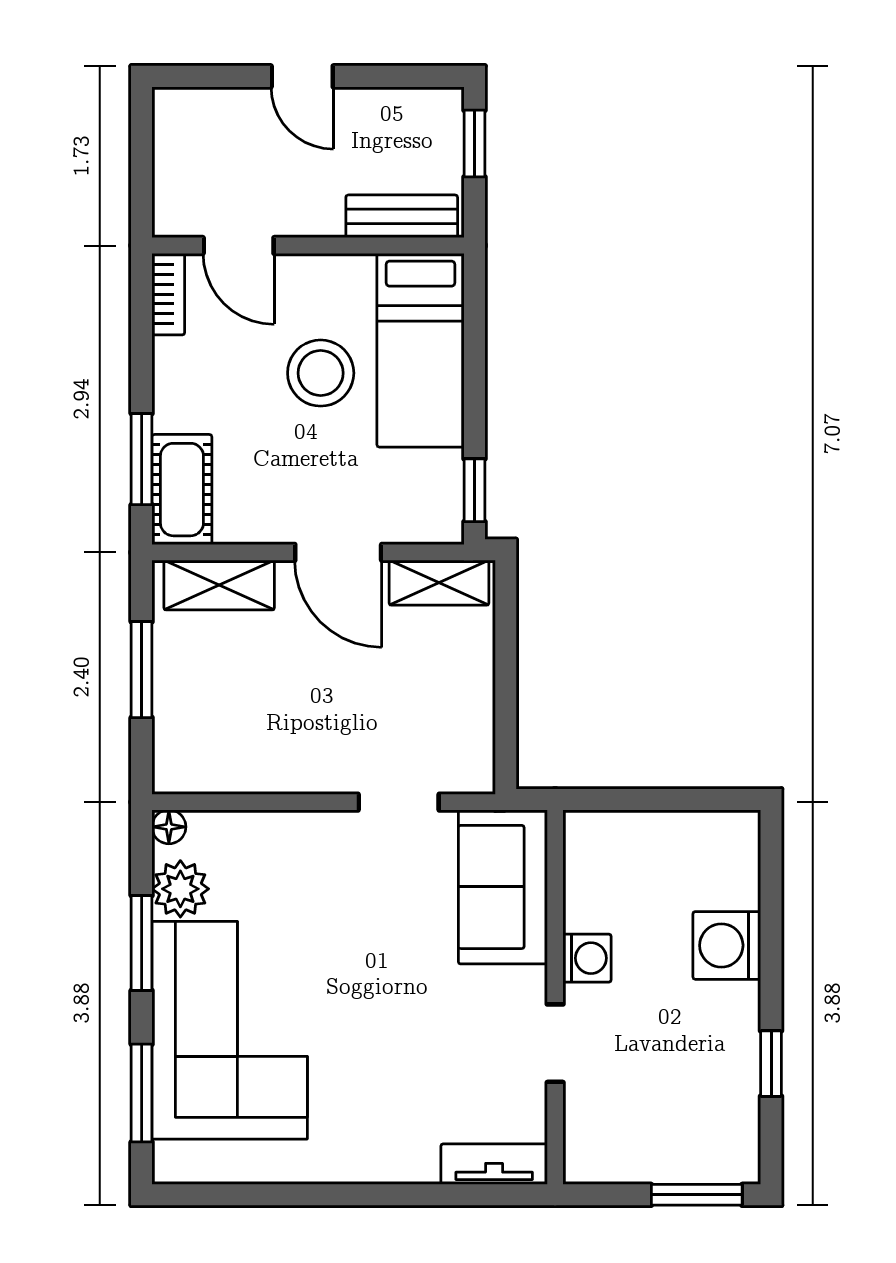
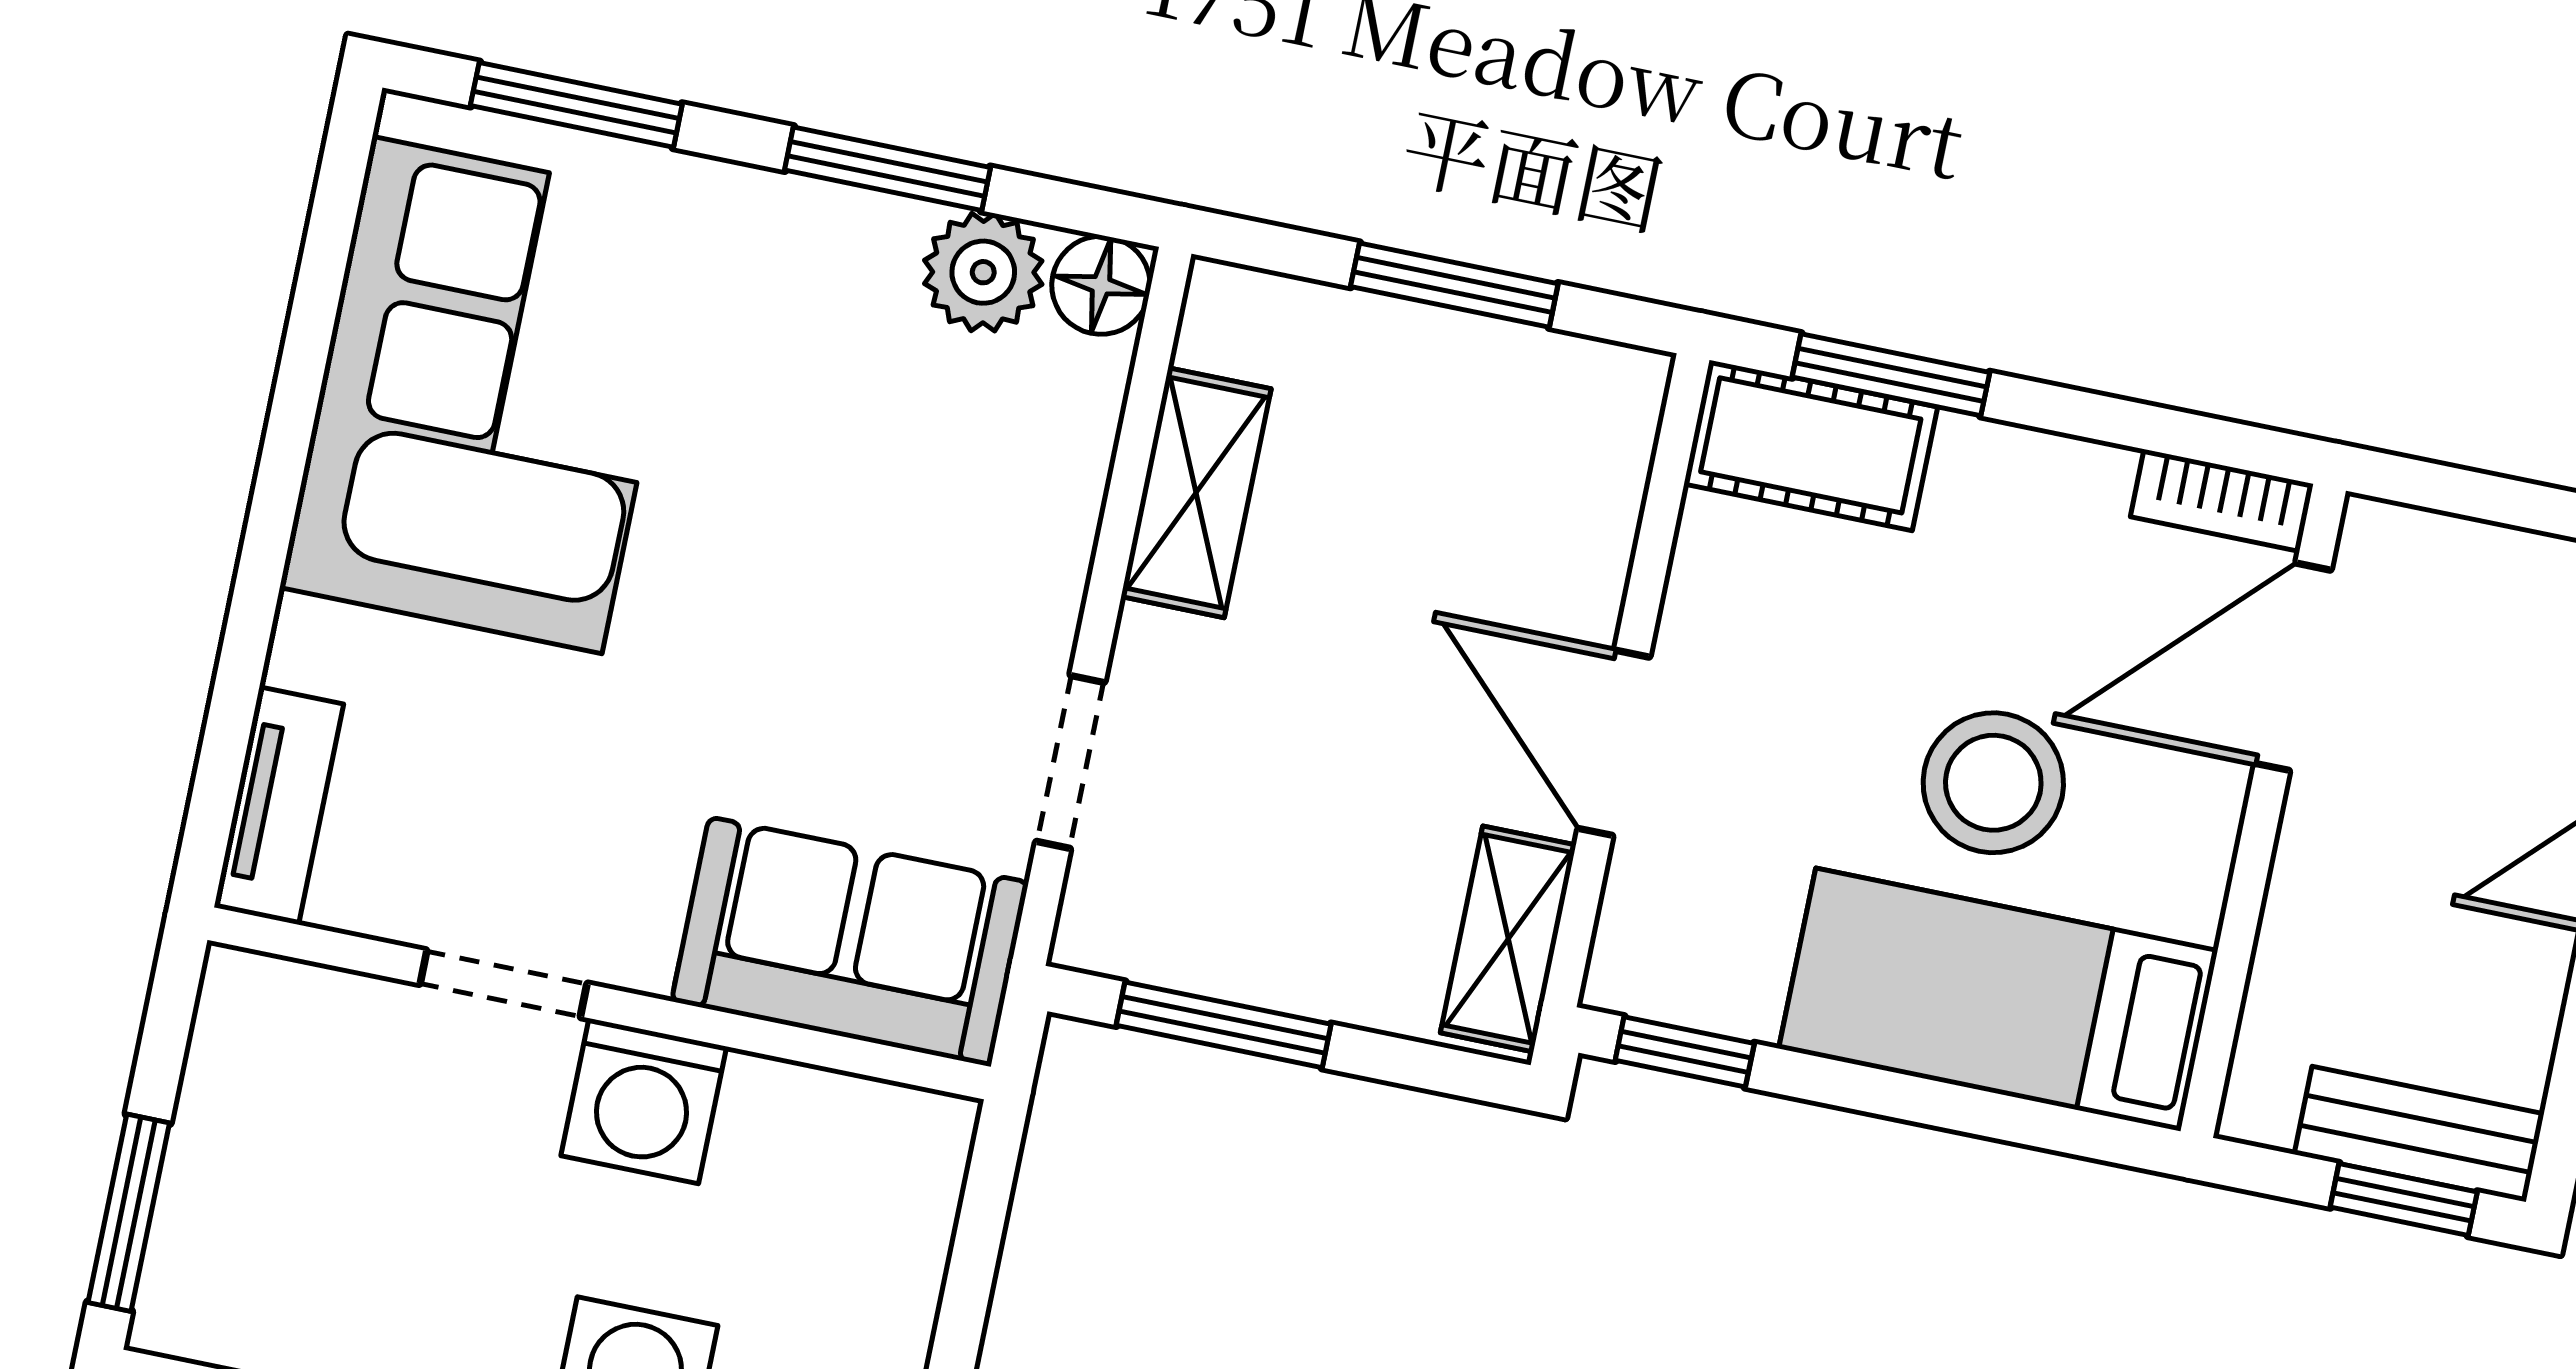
bench: (402, 216) -> (2419, 1134), moved, turned 90
door: (239, 245) -> (2293, 667), width x1.38
door: (338, 552) -> (1614, 743), hinge flipped
shelving: (219, 585) -> (1196, 493), moved
window: (506, 706) -> (1224, 1025), added
floor lamp: (169, 827) -> (1101, 285), width x1.37, depth x1.37
washing machine: (587, 958) -> (644, 1101), width x1.38, depth x1.38
corner sofa: (230, 1030) -> (487, 395), moved, turned -90

